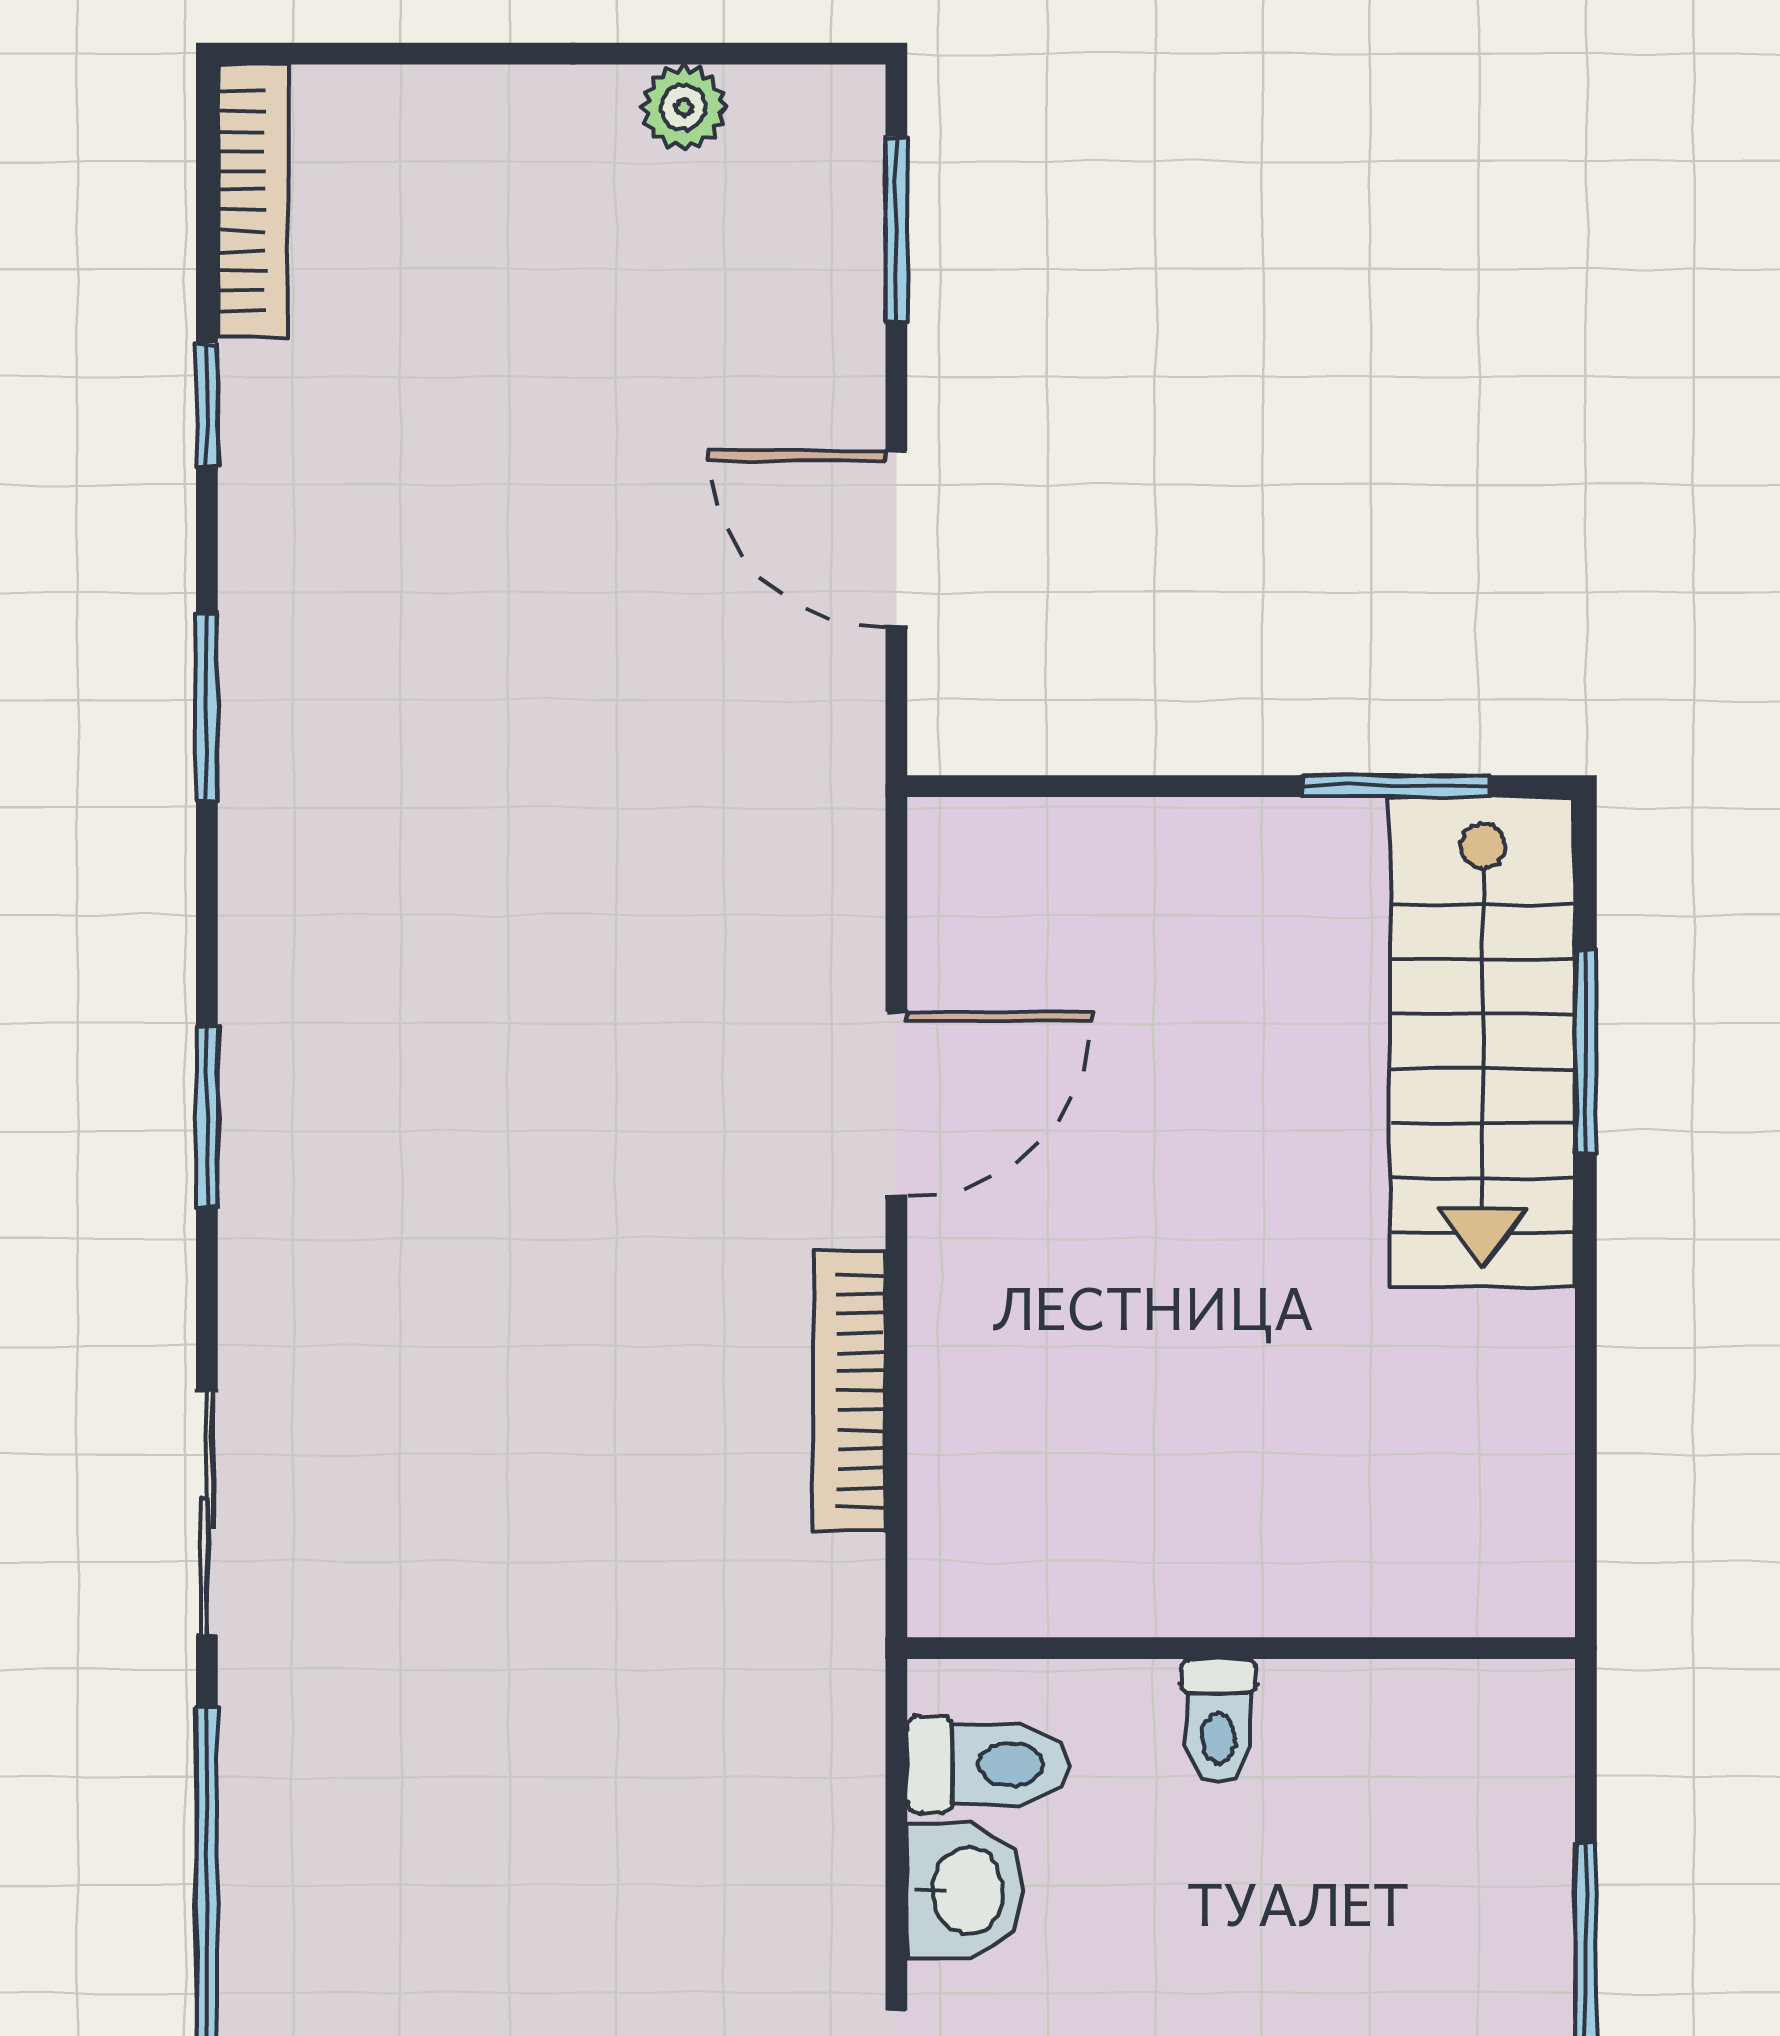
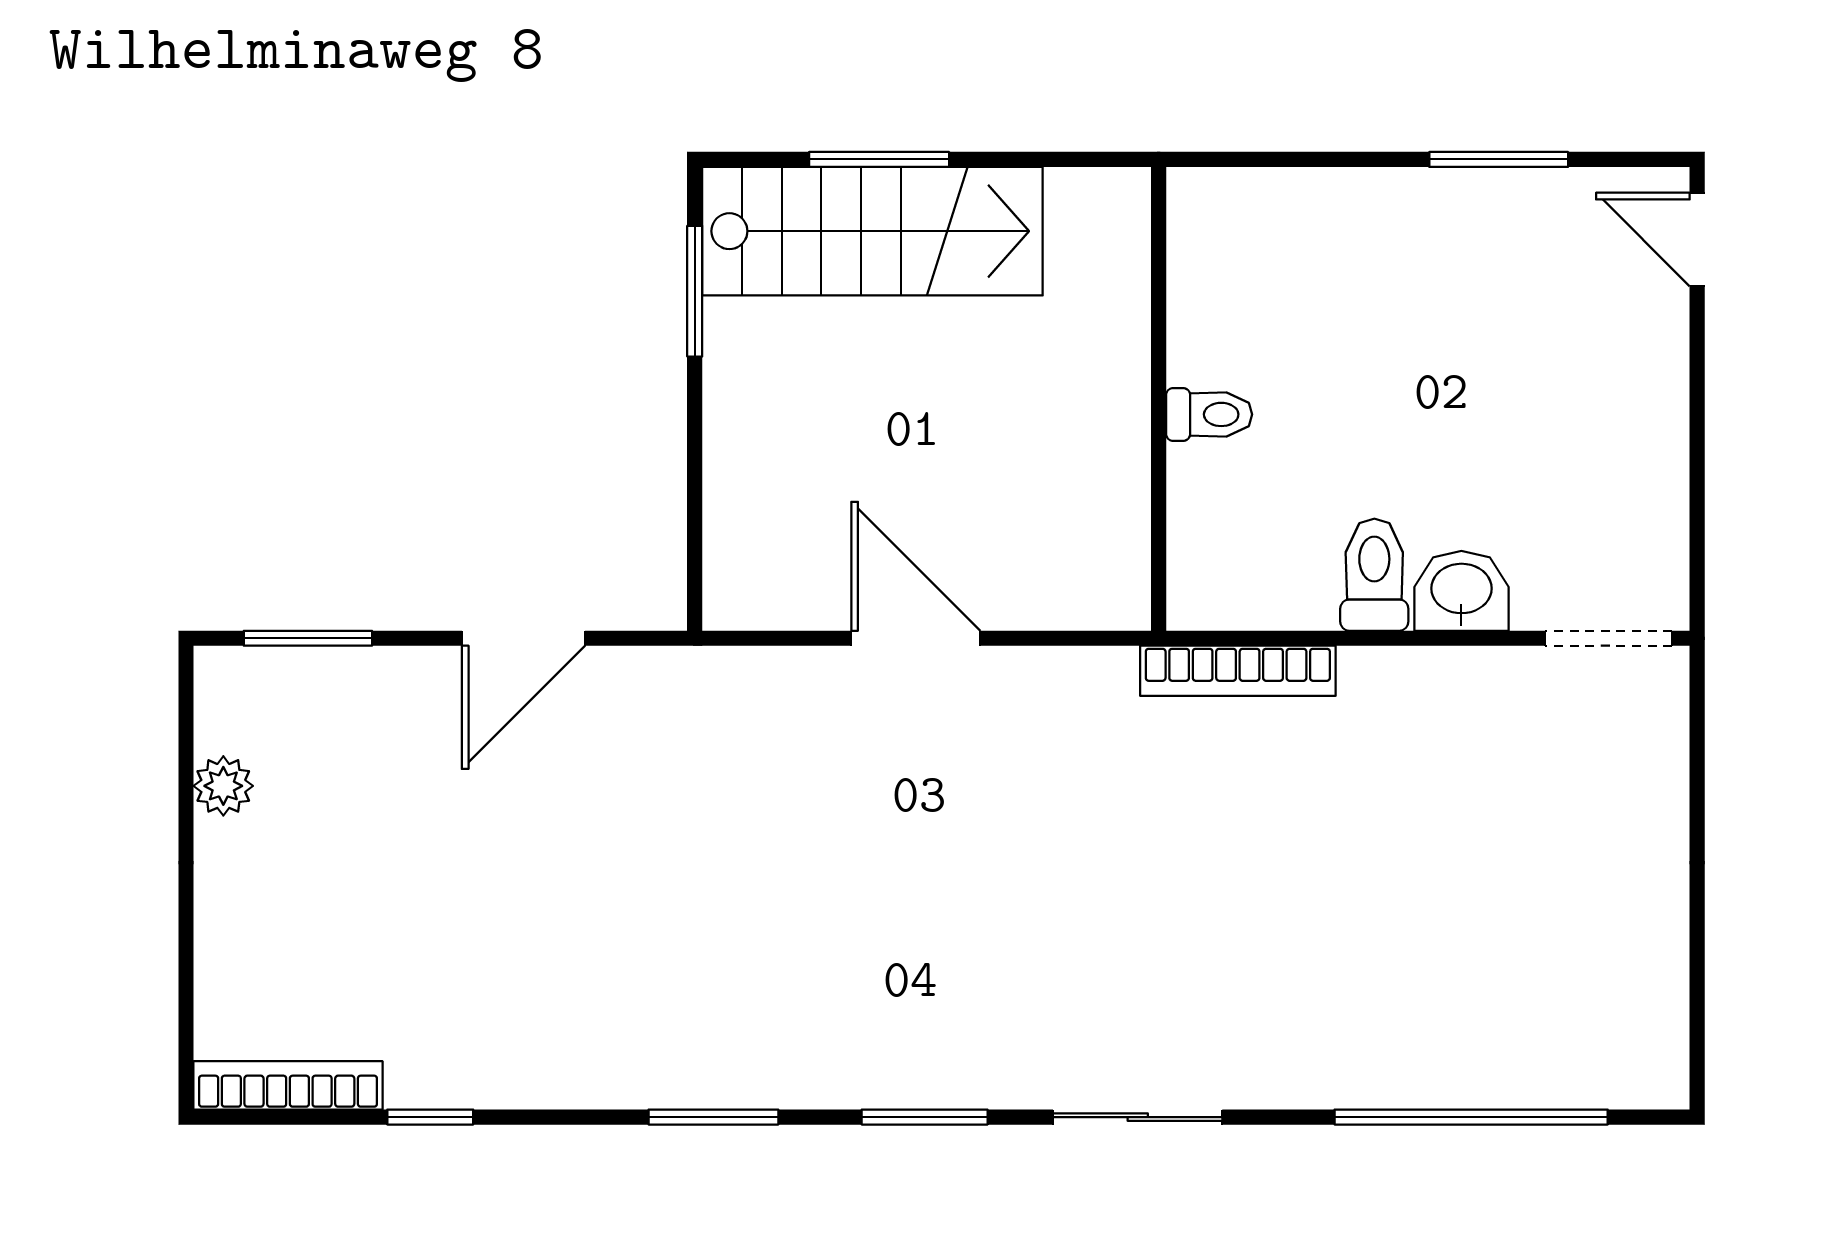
window: (207, 706) -> (713, 1117), moved
bookcase: (849, 1391) -> (1238, 671), moved
sliding door: (207, 1513) -> (1138, 1117), moved
wall: (1241, 1648) -> (1159, 399), moved
toilet: (1219, 1721) -> (1209, 414), moved

